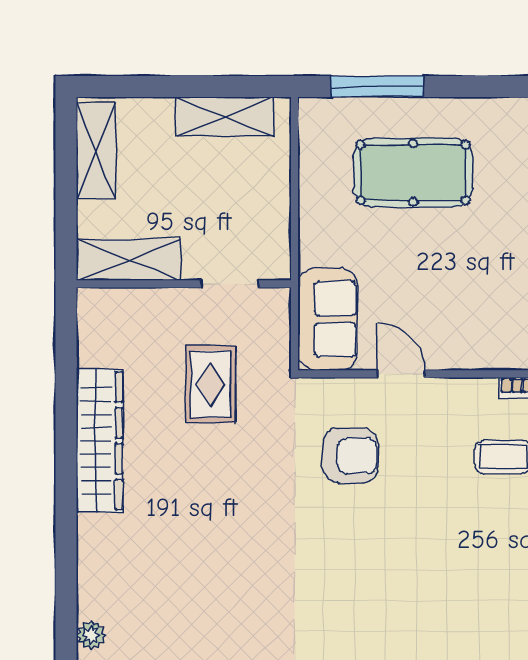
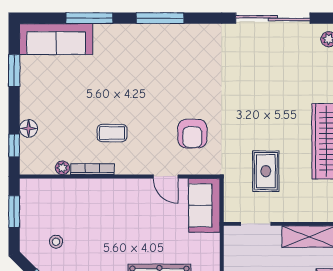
armchair: (350, 455) -> (192, 134), turned -90

